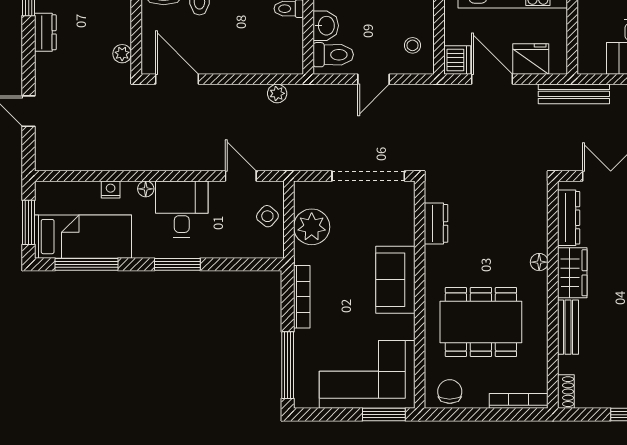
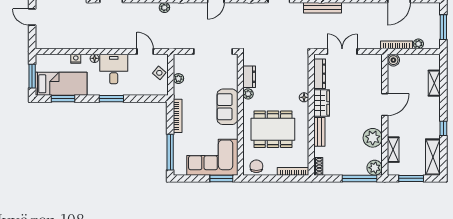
plant: (312, 227) -> (178, 79), width x0.53, depth x0.53
plant: (434, 256) -> (248, 94), added
window: (86, 264) -> (63, 99), width x0.69

